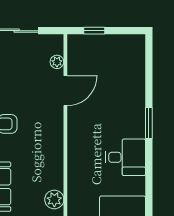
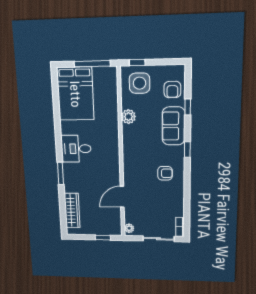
plant: (57, 62) -> (129, 228), moved
wardrobe: (136, 70) -> (72, 210), added

